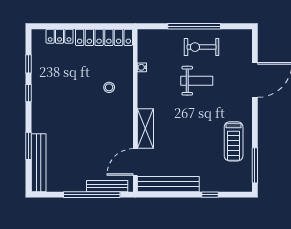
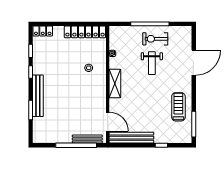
locker: (60, 36) -> (43, 31), moved
weight bench: (197, 81) -> (152, 63), turned 90
shelving: (145, 129) -> (115, 84), moved
treadmill: (234, 141) -> (178, 107), turned 180
door: (135, 162) -> (108, 122), swing flipped
bench: (39, 163) -> (38, 96), moved

